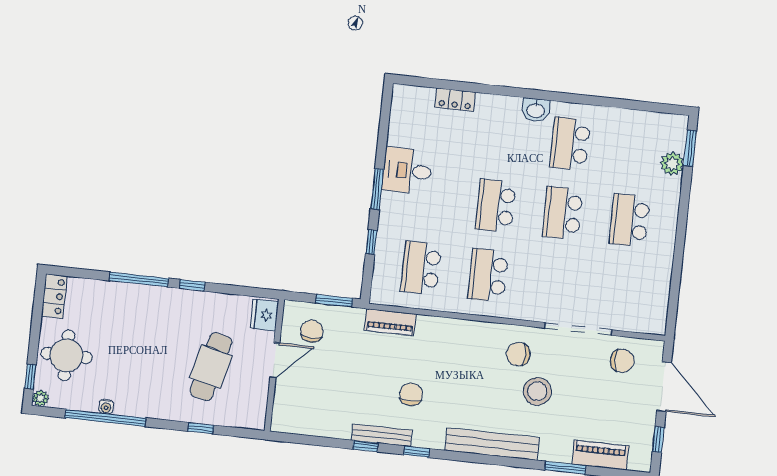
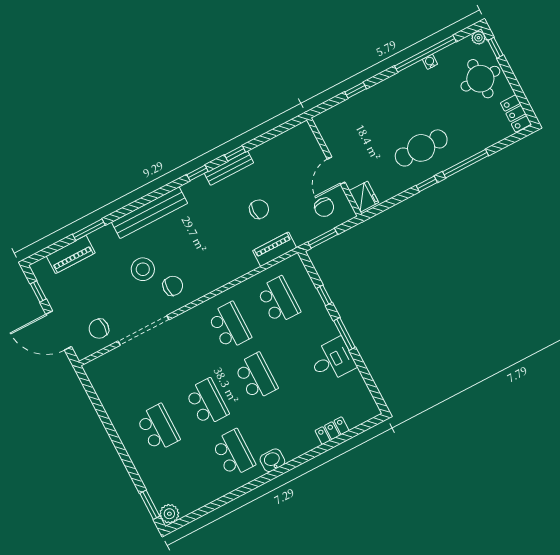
plant: (672, 164) -> (169, 514), moved
cafe table: (211, 367) -> (421, 148), moved, turned 76
chair: (411, 394) -> (259, 209), moved, turned -90

